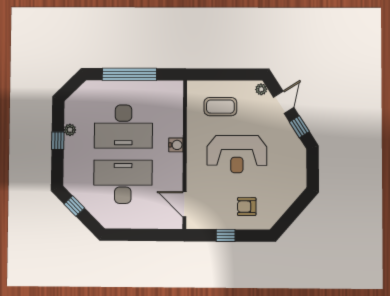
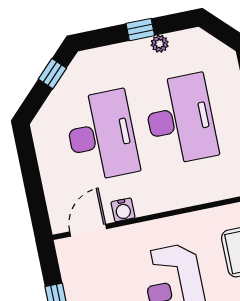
desk: (123, 127) -> (180, 119), turned 180
water cooler: (176, 145) -> (123, 210), moved

